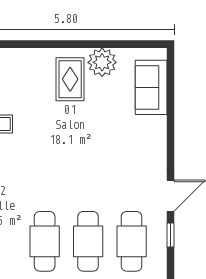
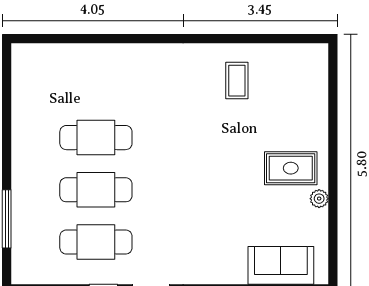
plant: (102, 62) -> (319, 199), width x0.53, depth x0.53

